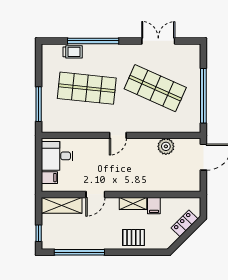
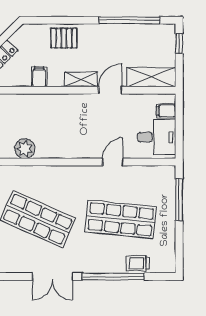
double door: (158, 41) -> (52, 276), moved
door: (118, 135) -> (113, 162), moved
shelving: (133, 203) -> (81, 80), moved

